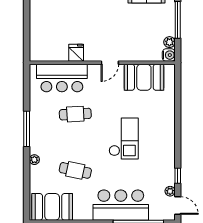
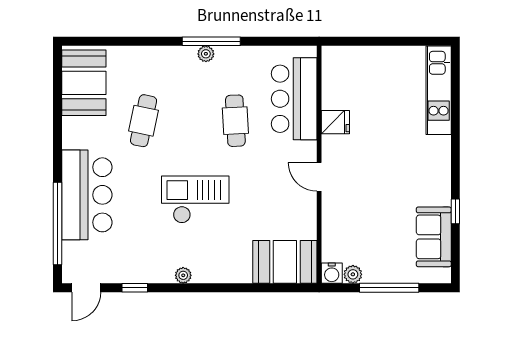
booth: (144, 77) -> (285, 262), moved, turned 90
checkout: (124, 139) -> (195, 200), turned 180
plant: (34, 160) -> (206, 54), moved
plant: (170, 191) -> (183, 275), moved

